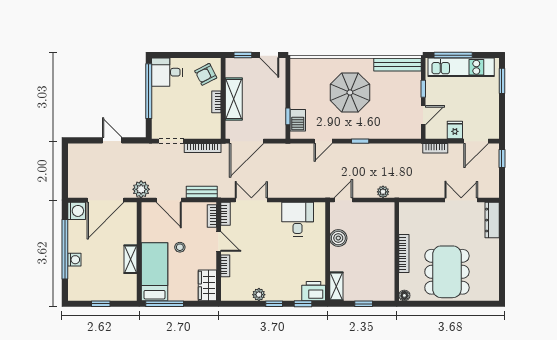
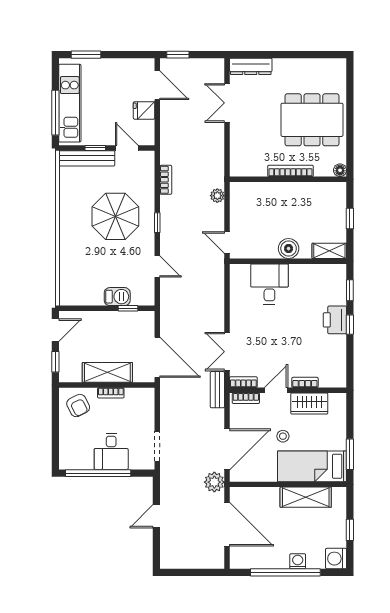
bench: (397, 65) -> (87, 158), moved, turned 90
desk: (167, 72) -> (111, 451), moved
parasol: (350, 92) -> (115, 216), moved
barbecue: (298, 120) -> (117, 297), moved
bookcase: (203, 148) -> (165, 409), removed
bookcase: (435, 148) -> (166, 180), moved
bench: (202, 192) -> (217, 390), moved
door: (169, 200) -> (227, 449), width x1.36
washing machine: (77, 211) -> (336, 559), moved, turned -90
desk: (298, 219) -> (269, 284), moved, turned 90
boiler: (338, 238) -> (289, 249), moved
shelving: (131, 259) -> (306, 497), width x1.50, depth x1.33
wardrobe: (207, 285) -> (309, 404), moved
printer: (314, 291) -> (335, 320), moved
plant: (259, 295) -> (339, 343), removed
window: (165, 304) -> (350, 454), width x0.69

